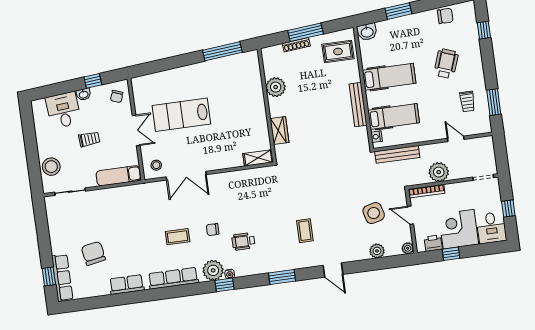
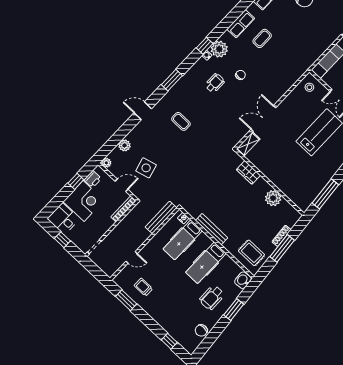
rug: (338, 51) -> (251, 253), turned 90
wheelchair: (446, 64) -> (212, 297), moved, turned 69
plant: (439, 172) -> (125, 227), removed
double door: (186, 176) -> (263, 119), moved
coffee table: (178, 237) -> (262, 38), moved
row of seats: (173, 278) -> (241, 24), width x0.68

